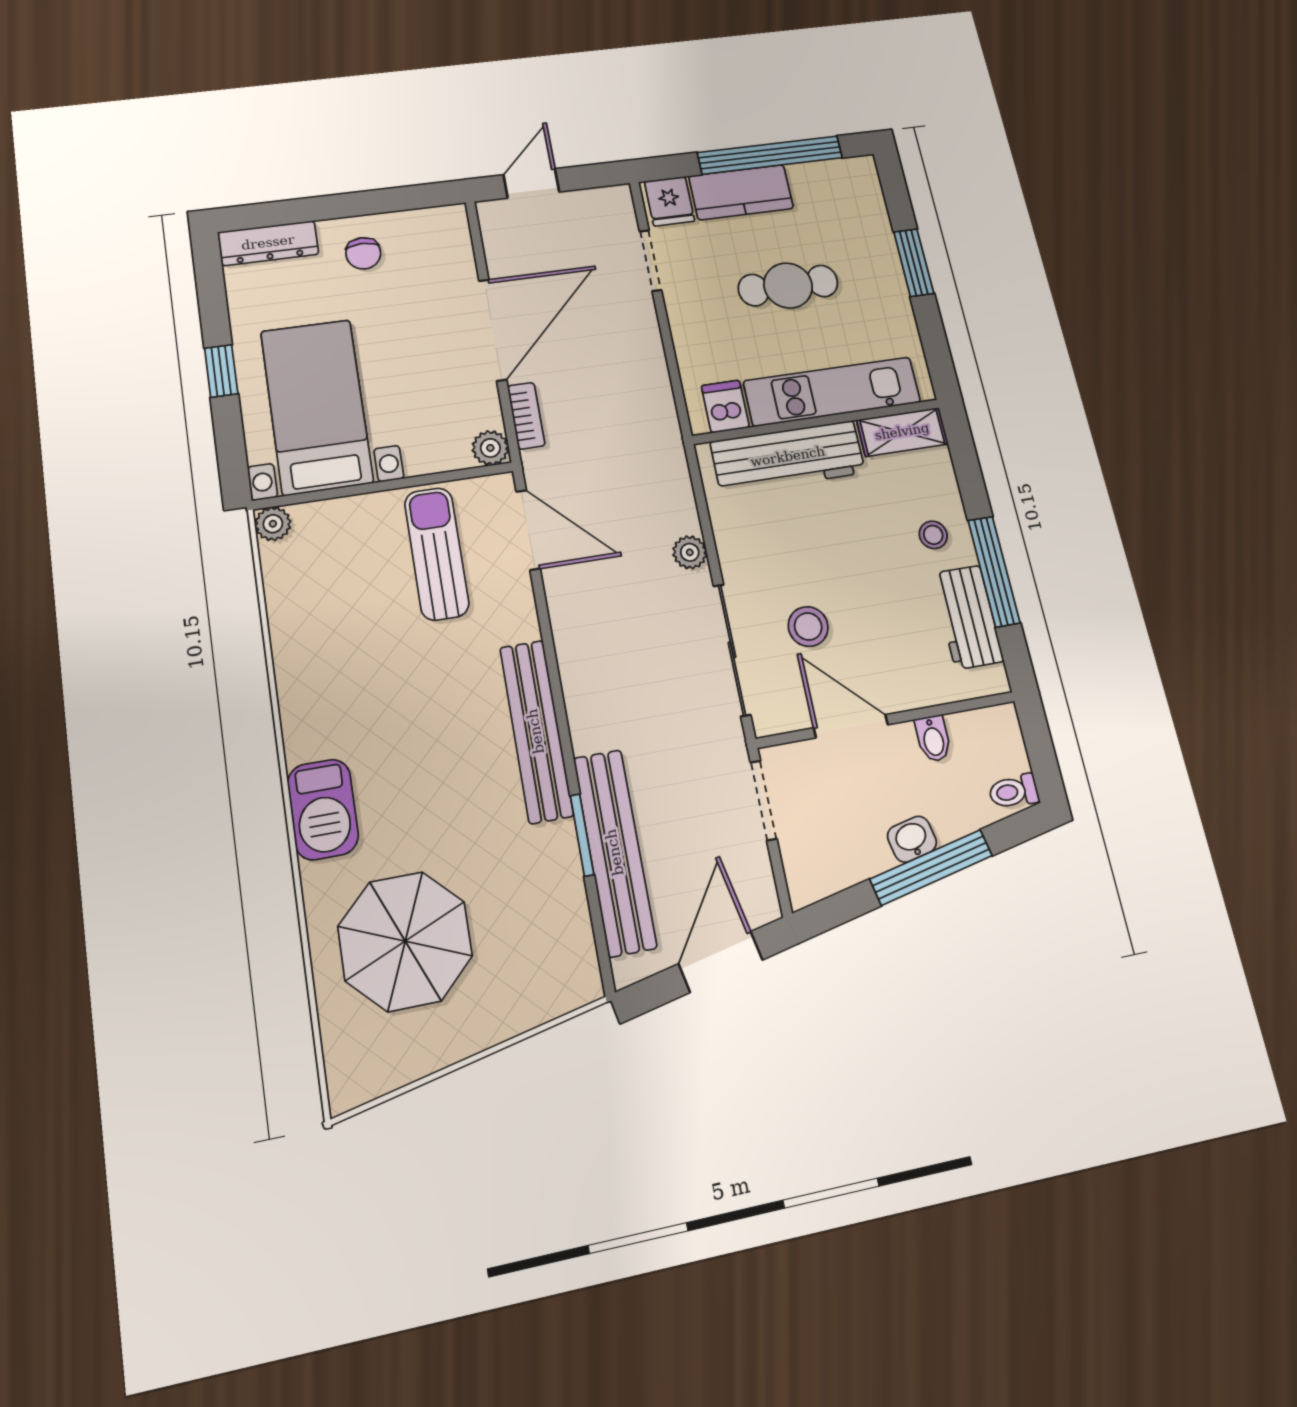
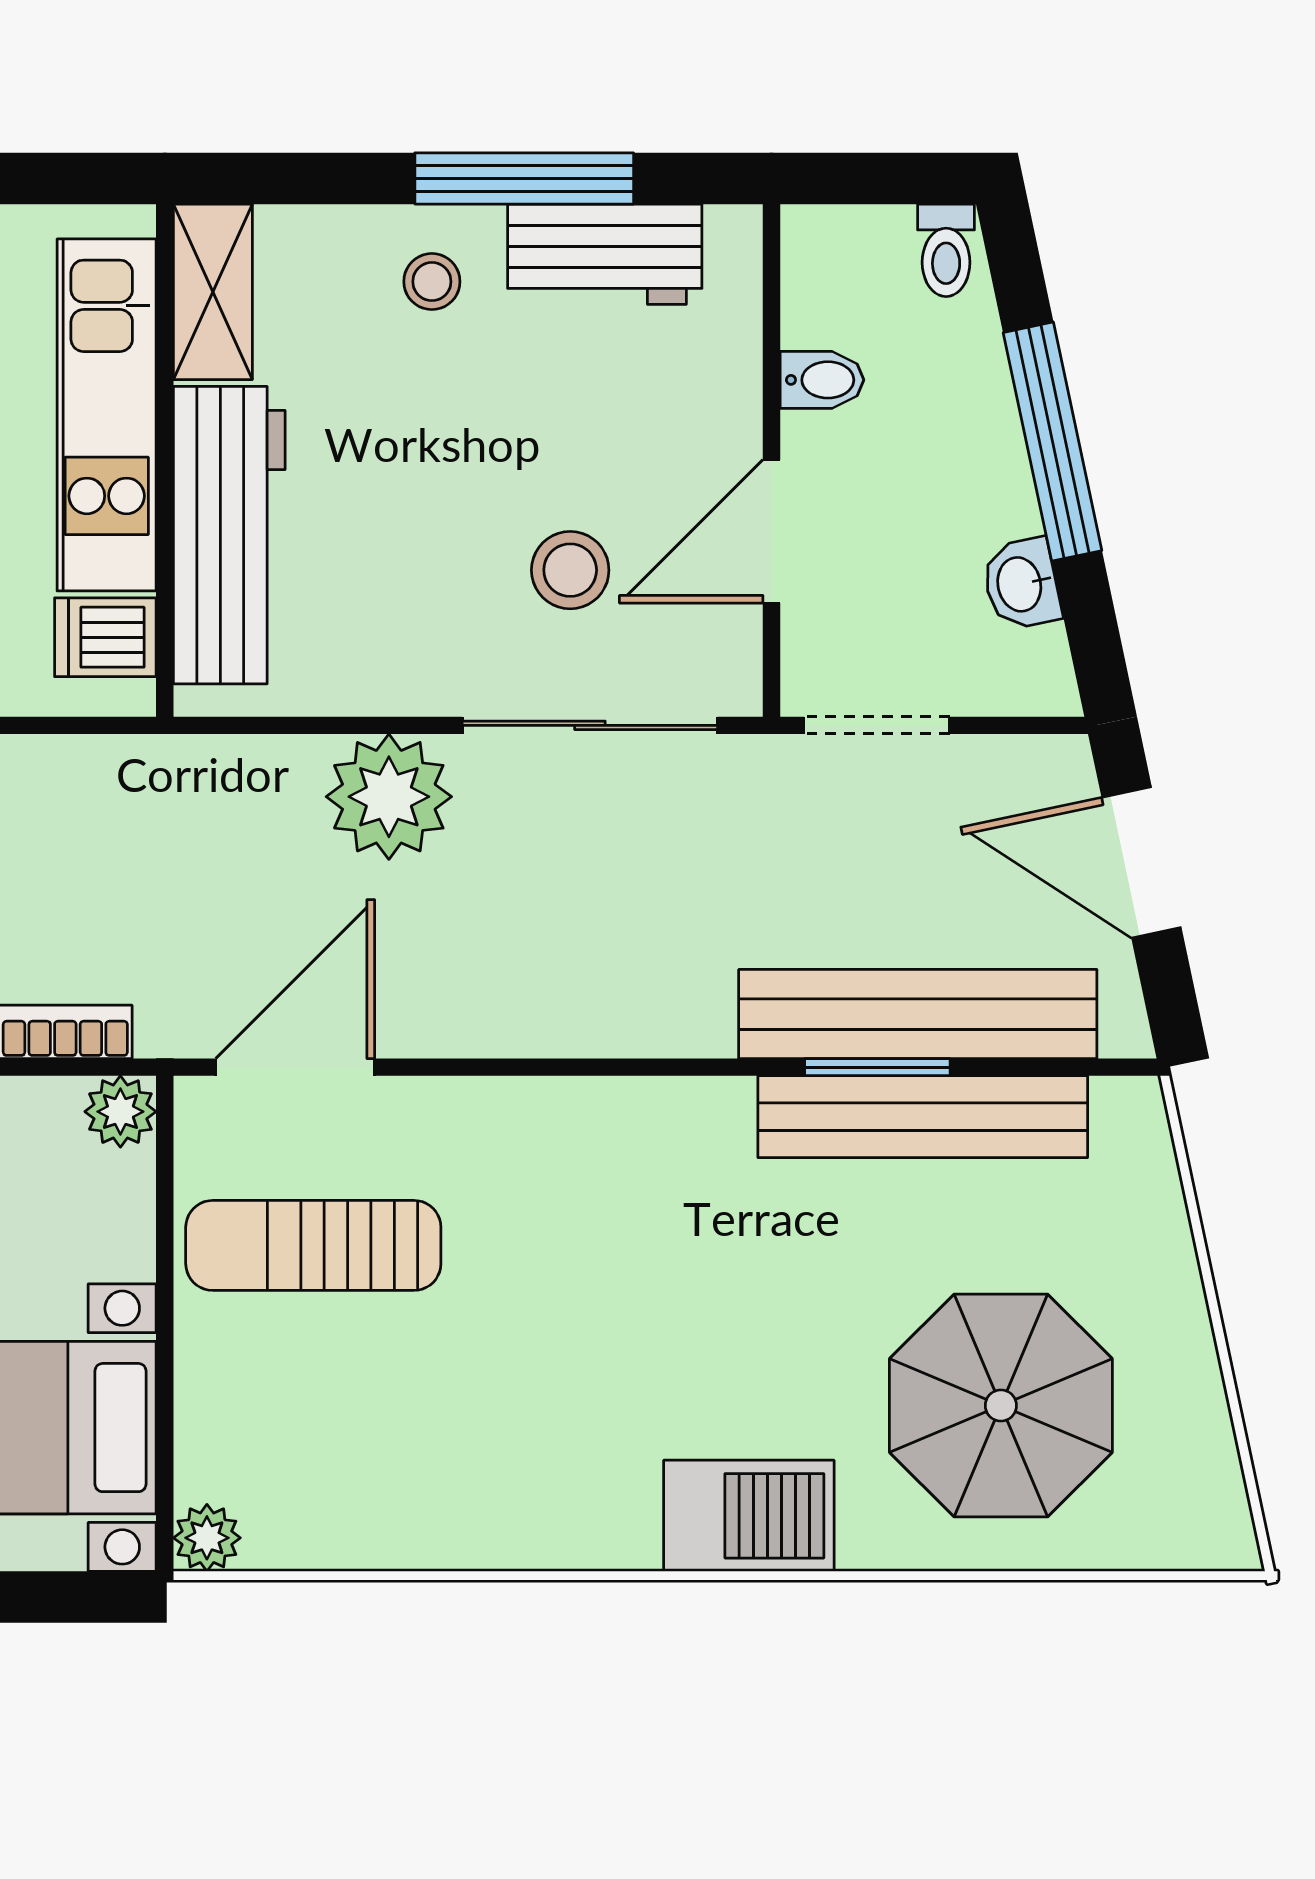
plant: (690, 552) -> (389, 797), width x1.88, depth x1.88
bench: (536, 731) -> (923, 1117), moved
washbasin: (912, 839) -> (1021, 584), moved

